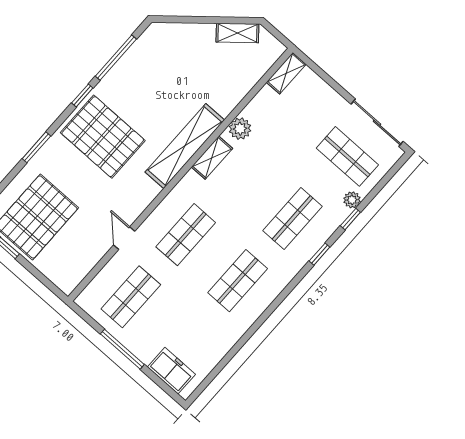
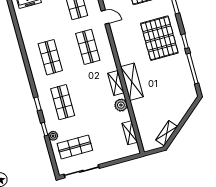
shelving: (286, 73) -> (130, 133), moved
pallet: (103, 137) -> (159, 38), turned 90
shelving: (185, 146) -> (132, 82), width x0.68

